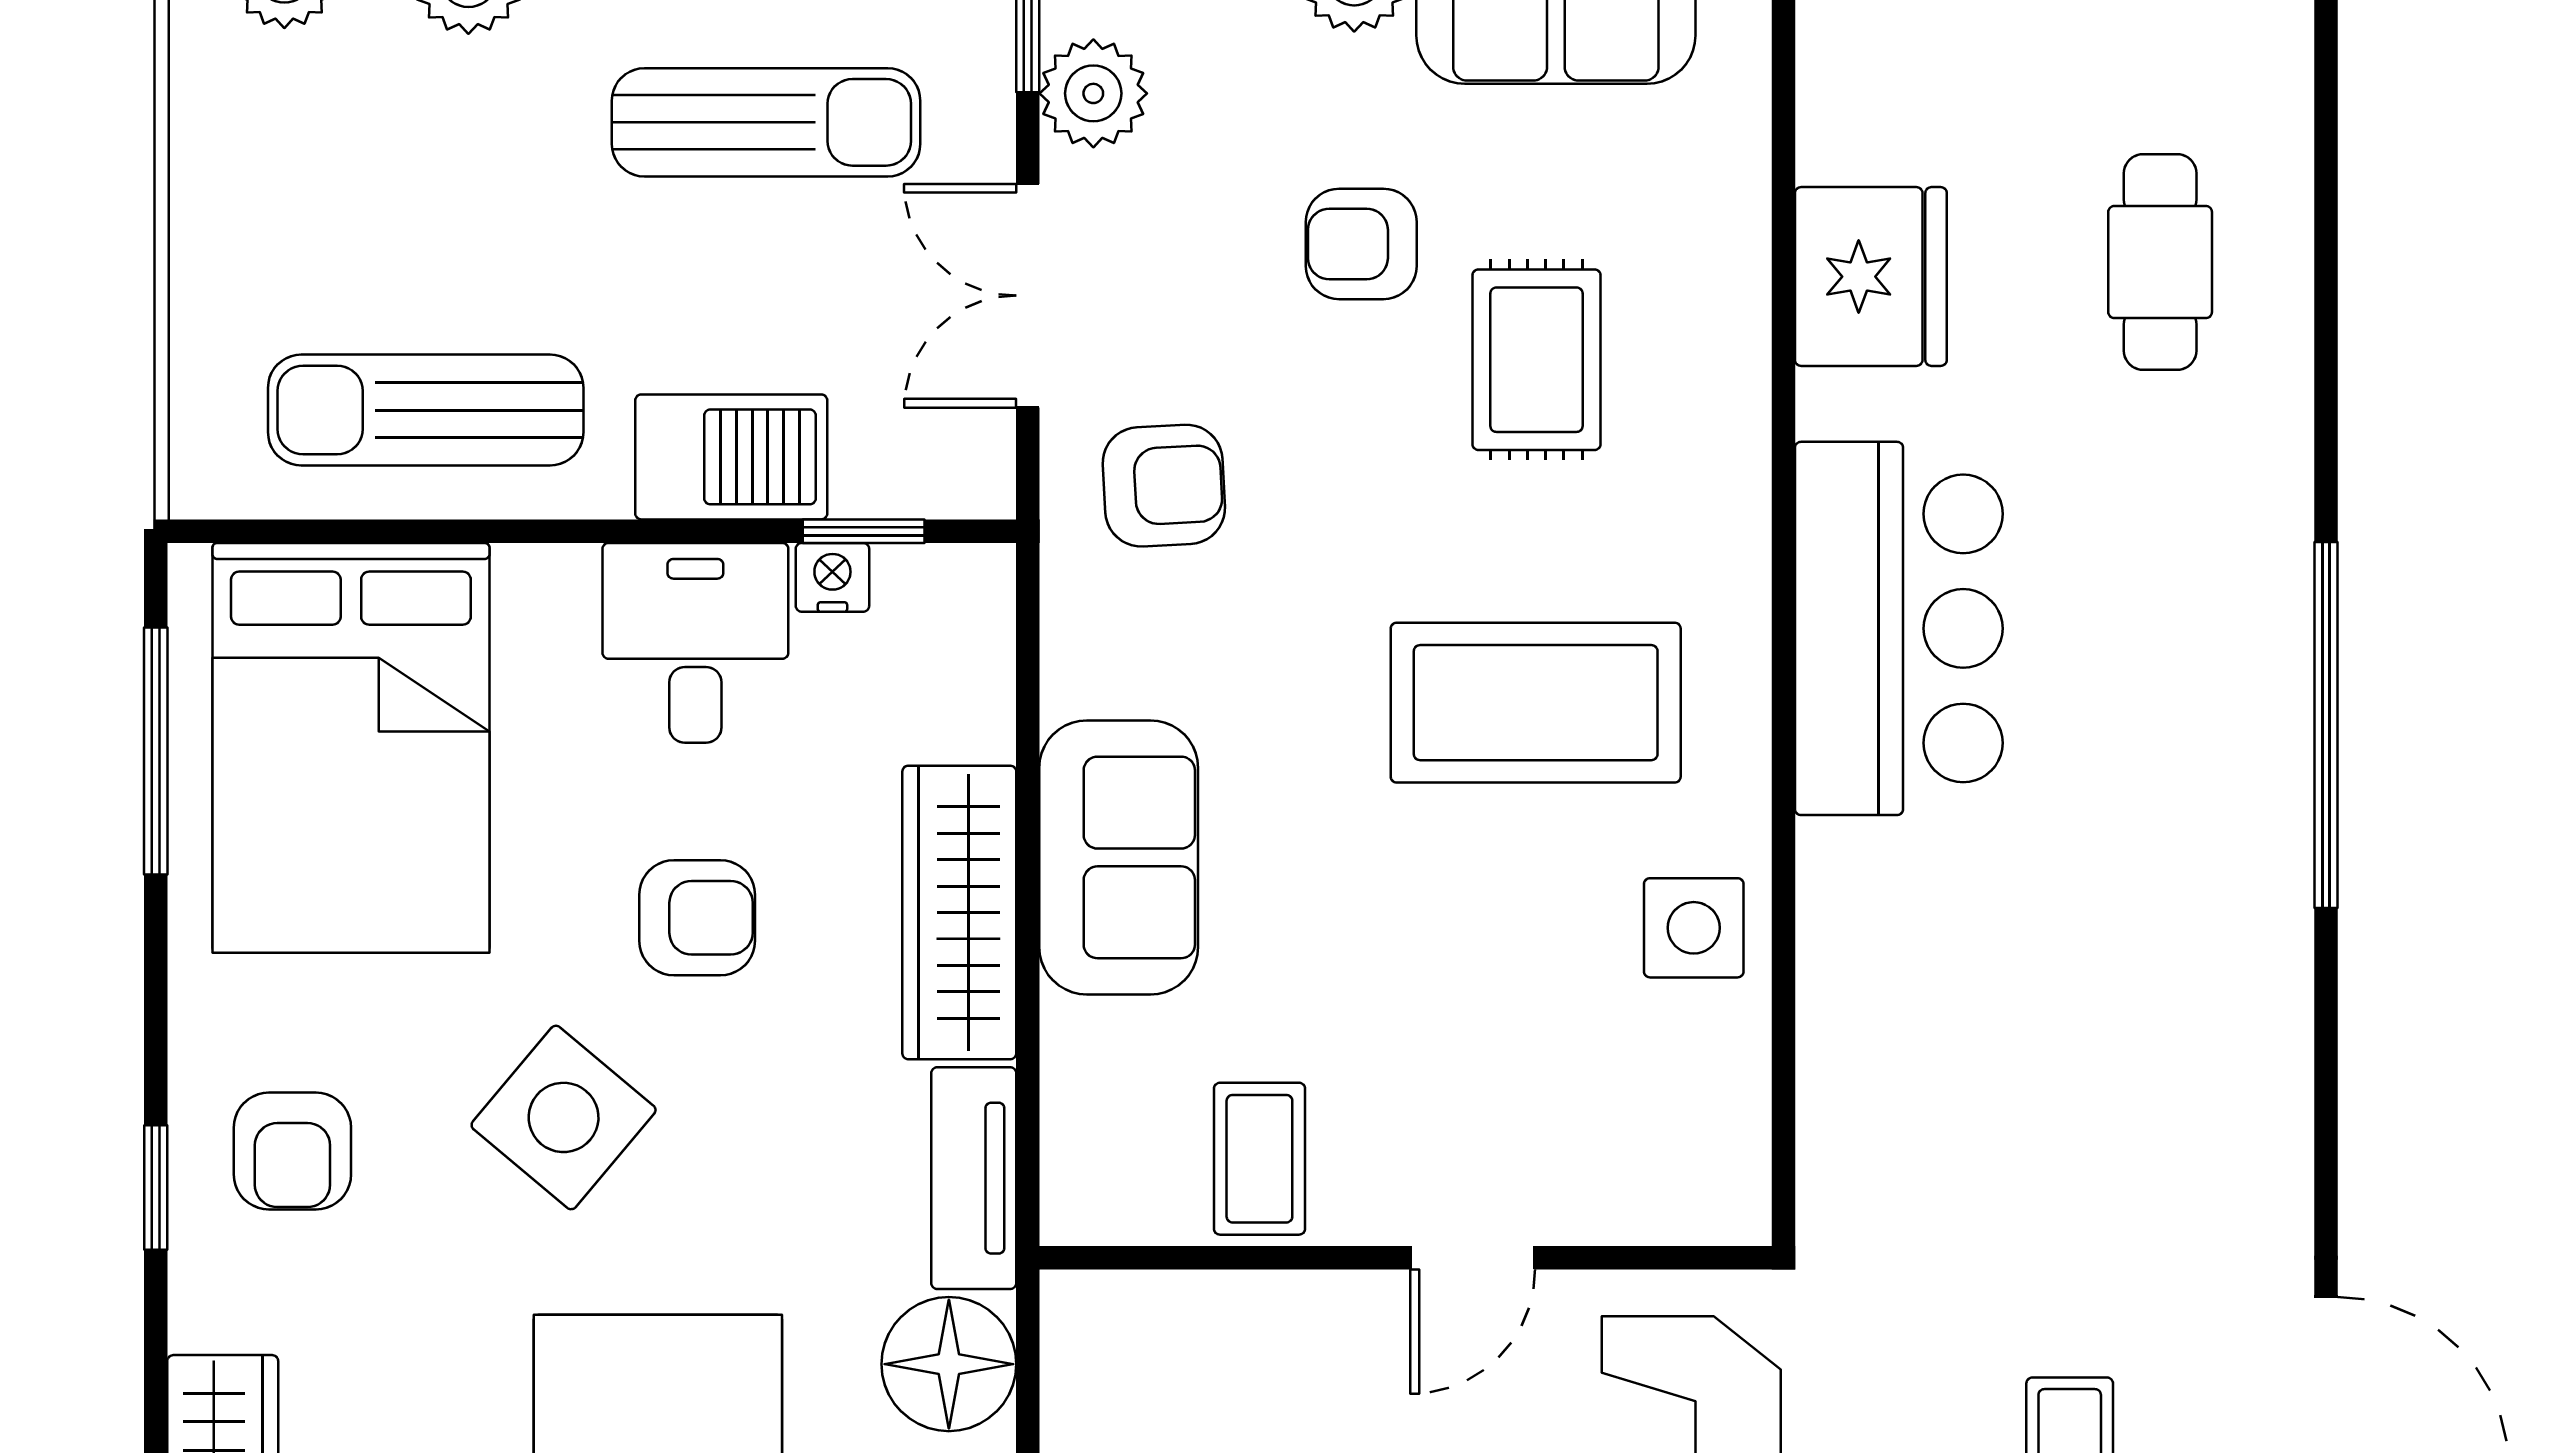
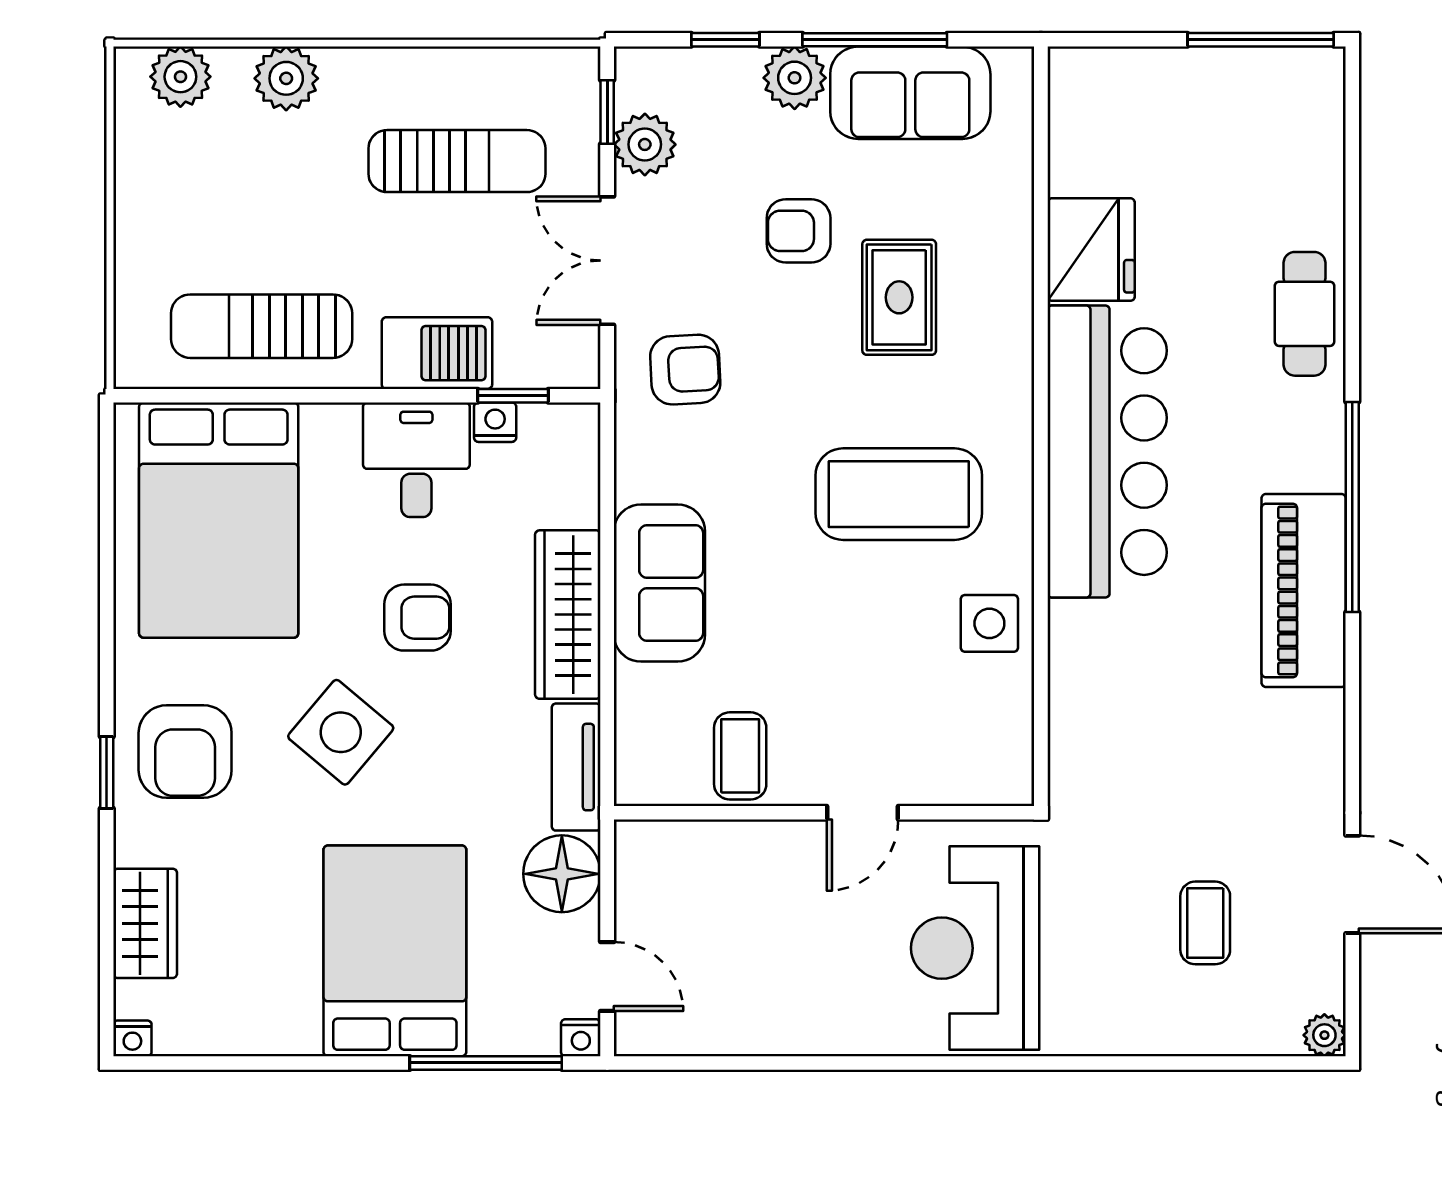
cafe table: (2160, 262) -> (1304, 314), moved
bar counter: (1899, 628) -> (1107, 452), width x1.36
window: (156, 751) -> (107, 522), removed
piano: (2241, 870) -> (1304, 590), added
armchair: (292, 1151) -> (185, 752), width x1.38, depth x1.38

